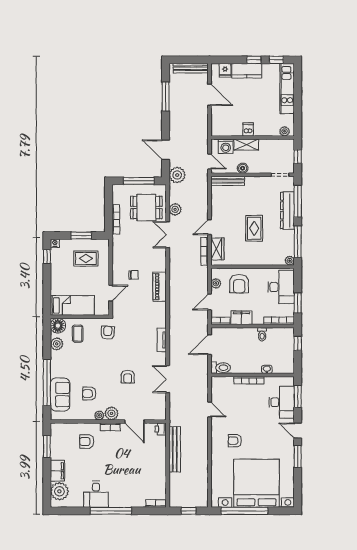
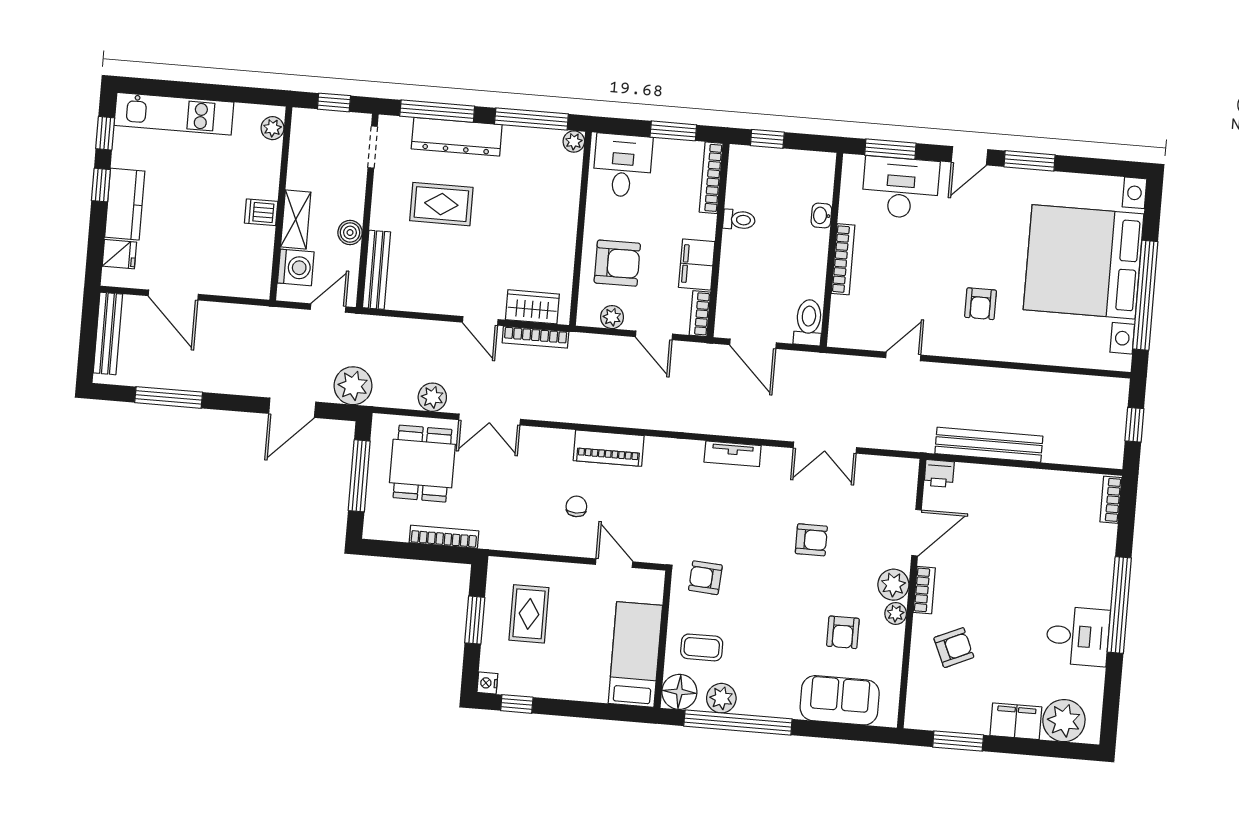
door: (210, 95) -> (173, 295), swing flipped
rug: (254, 228) -> (441, 204), moved
desk: (281, 287) -> (623, 166), width x0.73
window: (47, 382) -> (738, 723), moved
armchair: (87, 442) -> (954, 648), turned -114

